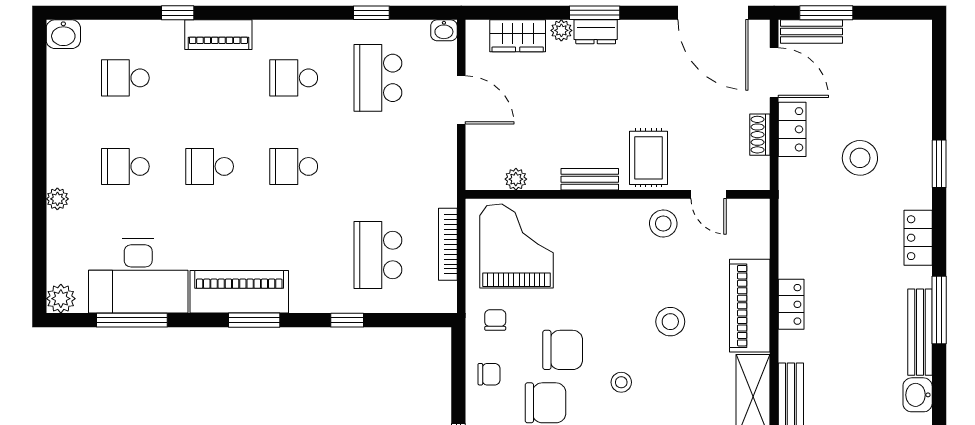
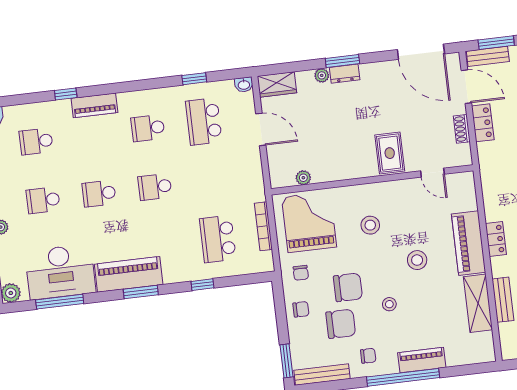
wardrobe: (518, 36) -> (277, 84), moved
bench: (590, 179) -> (352, 172), removed
stool: (663, 223) -> (370, 225), moved
chair: (495, 320) -> (301, 273), turned 180

